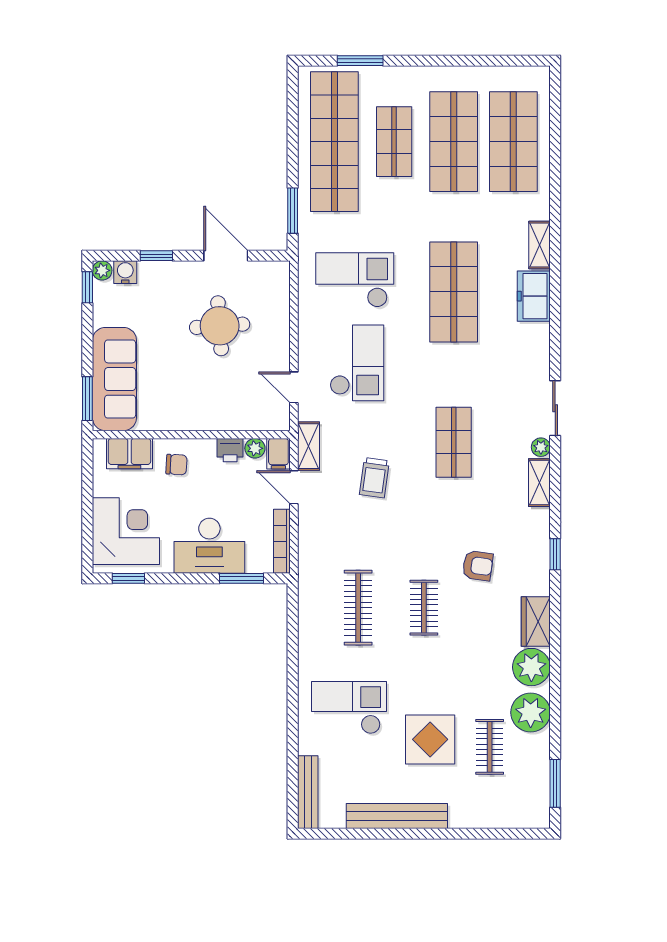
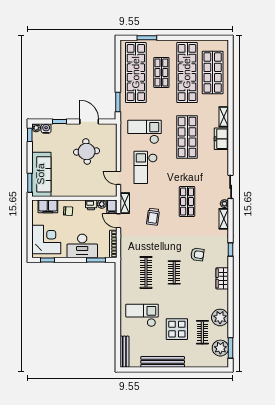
shop shelf: (454, 142) -> (187, 72), width x1.40
checkout: (357, 363) -> (145, 167), turned 180
plant: (531, 667) -> (220, 348), moved

